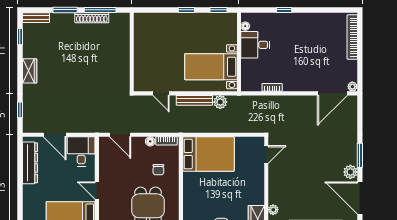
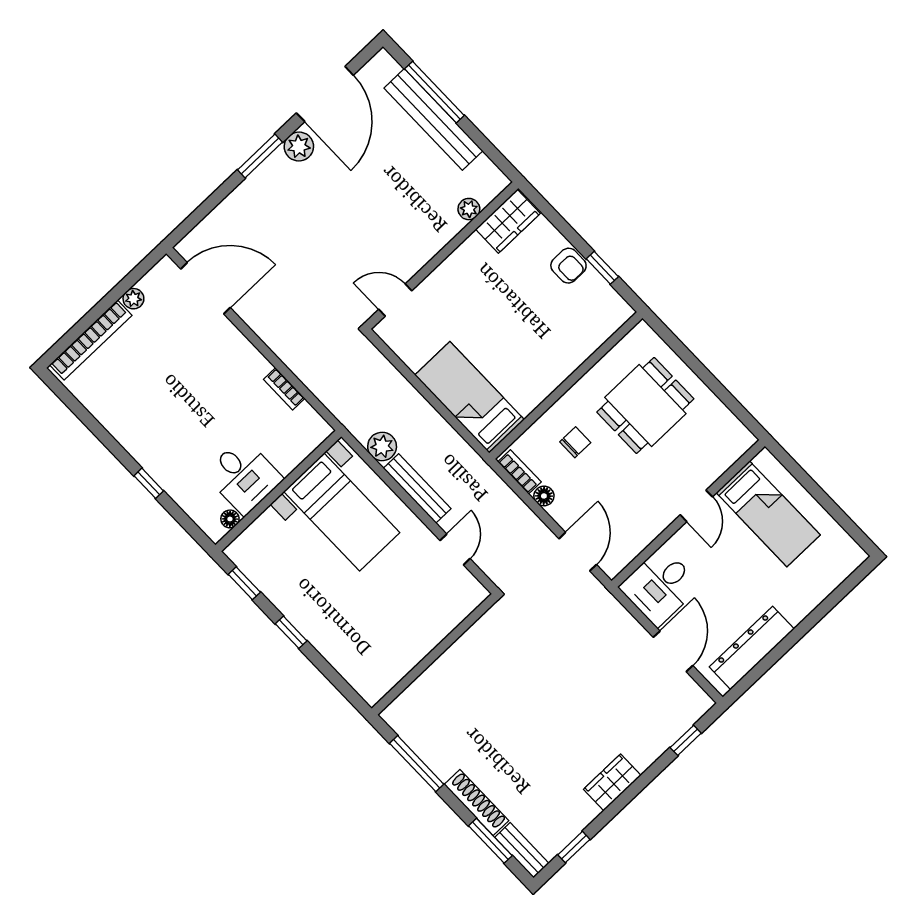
window: (65, 10) -> (490, 841), moved
shoe rack: (92, 18) -> (476, 803), moved
plant: (352, 87) -> (133, 299), moved
bed: (208, 154) -> (470, 397), width x0.67

